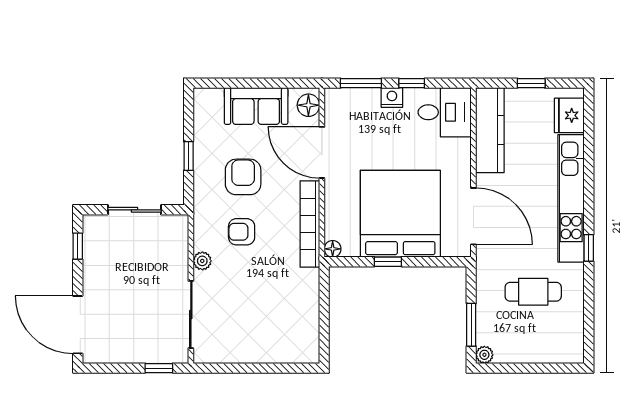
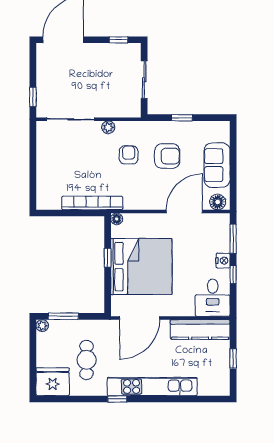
fridge: (569, 115) -> (53, 382), moved, width x1.36, depth x1.34
bookcase: (310, 224) -> (92, 203), moved

